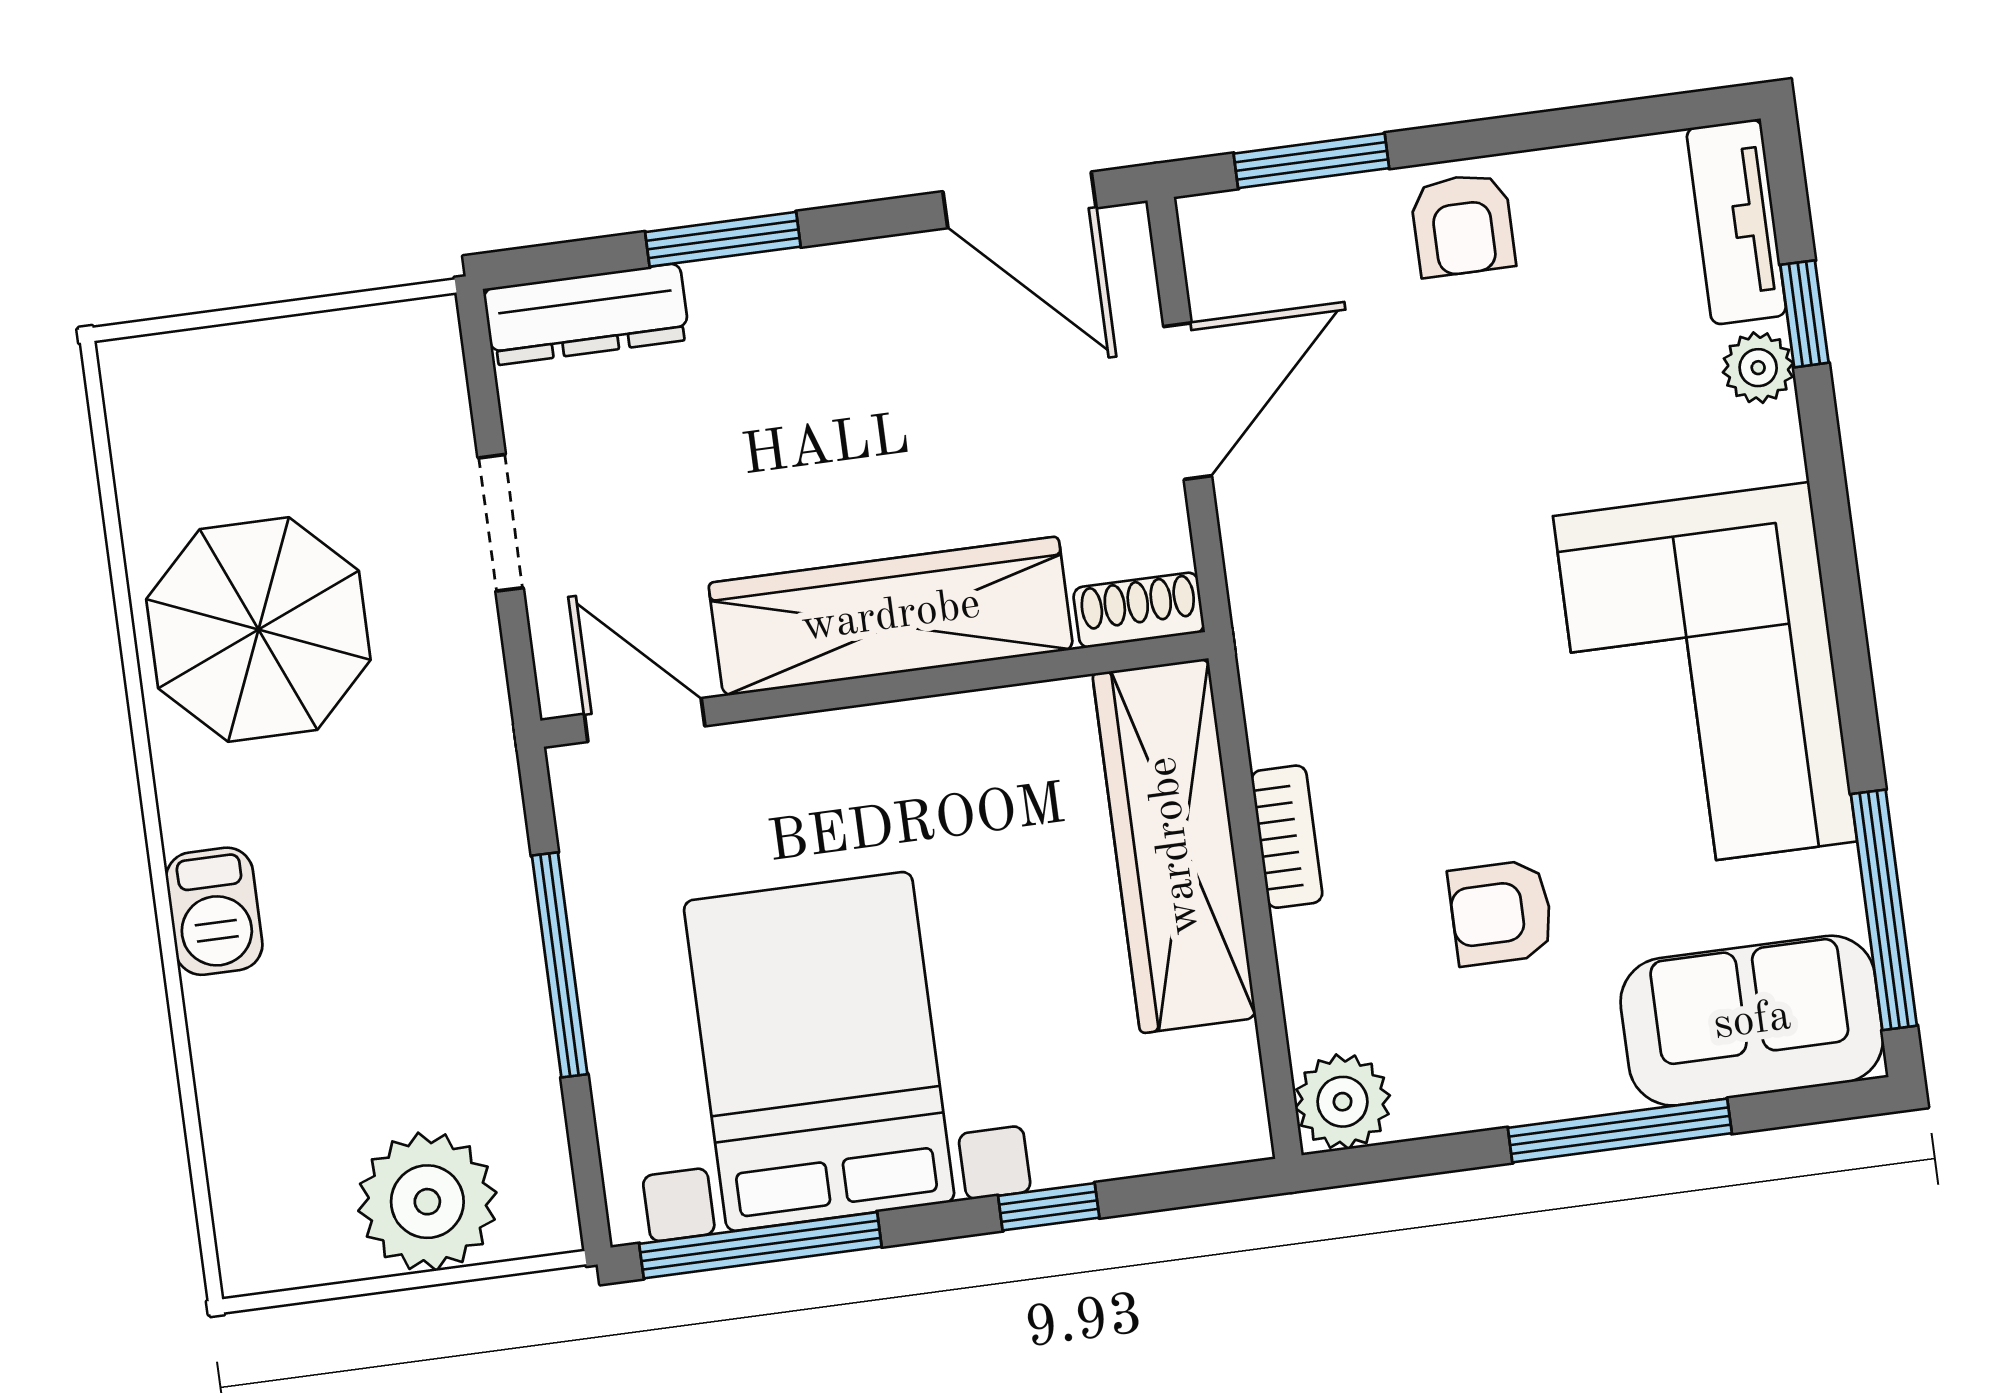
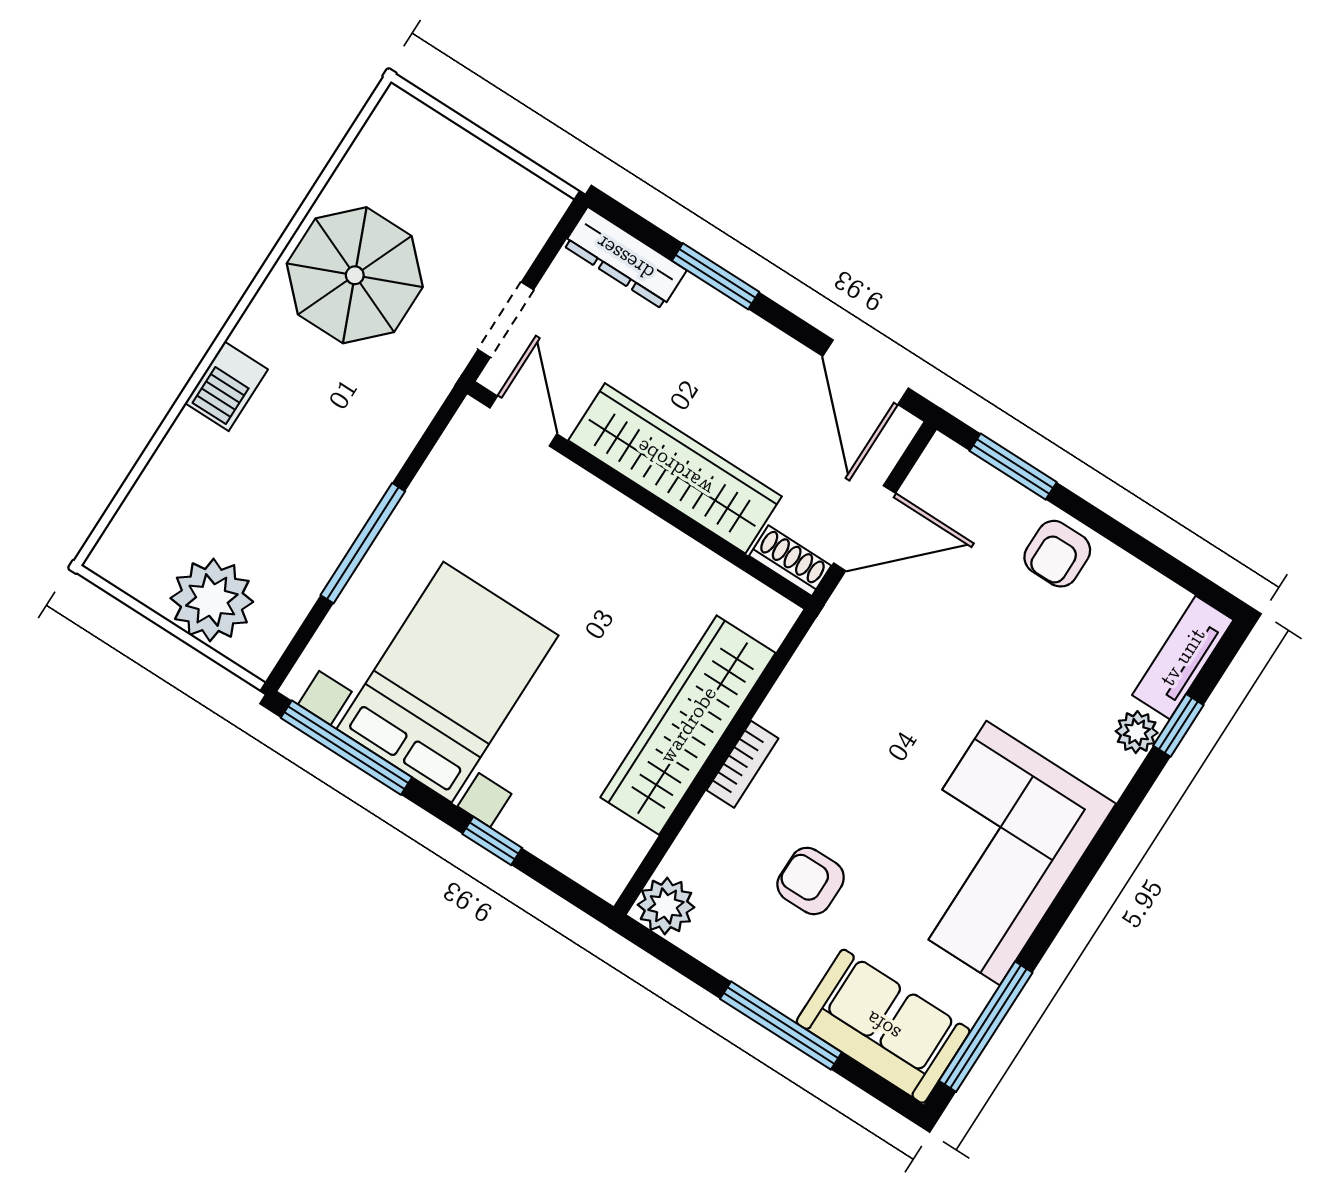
shoe rack: (1139, 610) -> (790, 561), moved
wardrobe: (891, 616) -> (675, 468), moved
wall: (874, 689) -> (640, 495), moved
door: (645, 720) -> (523, 421), moved

